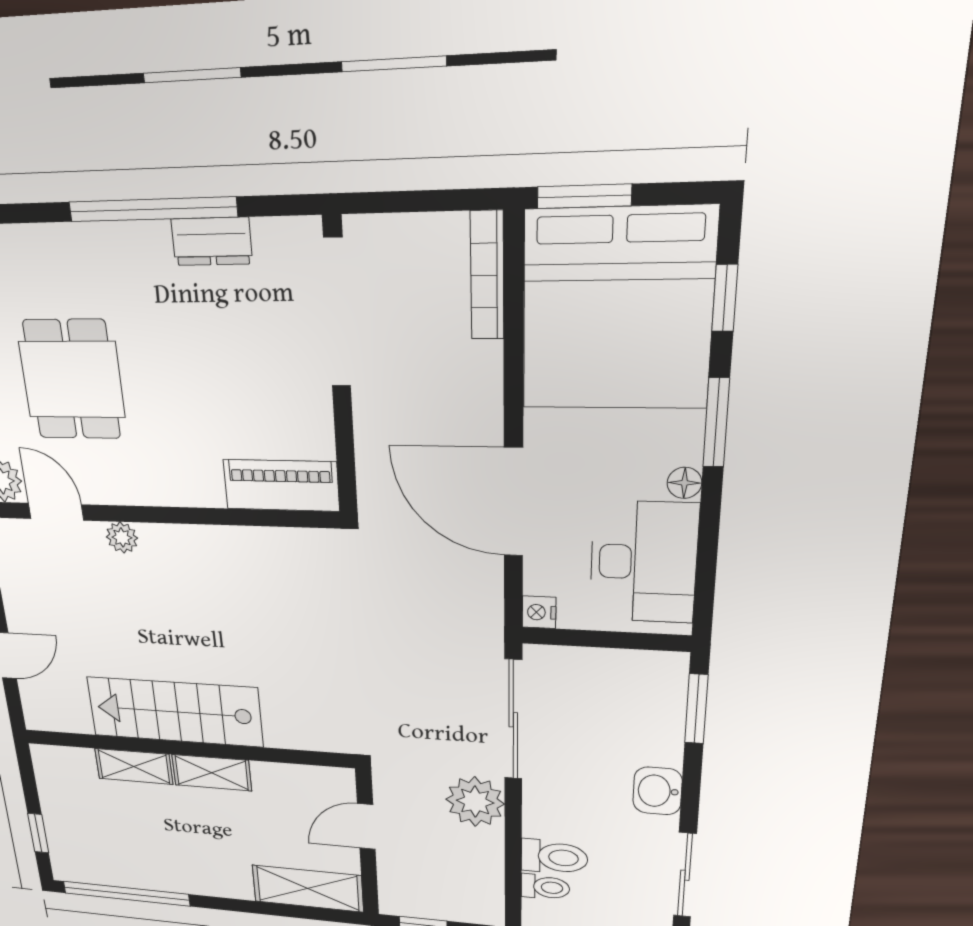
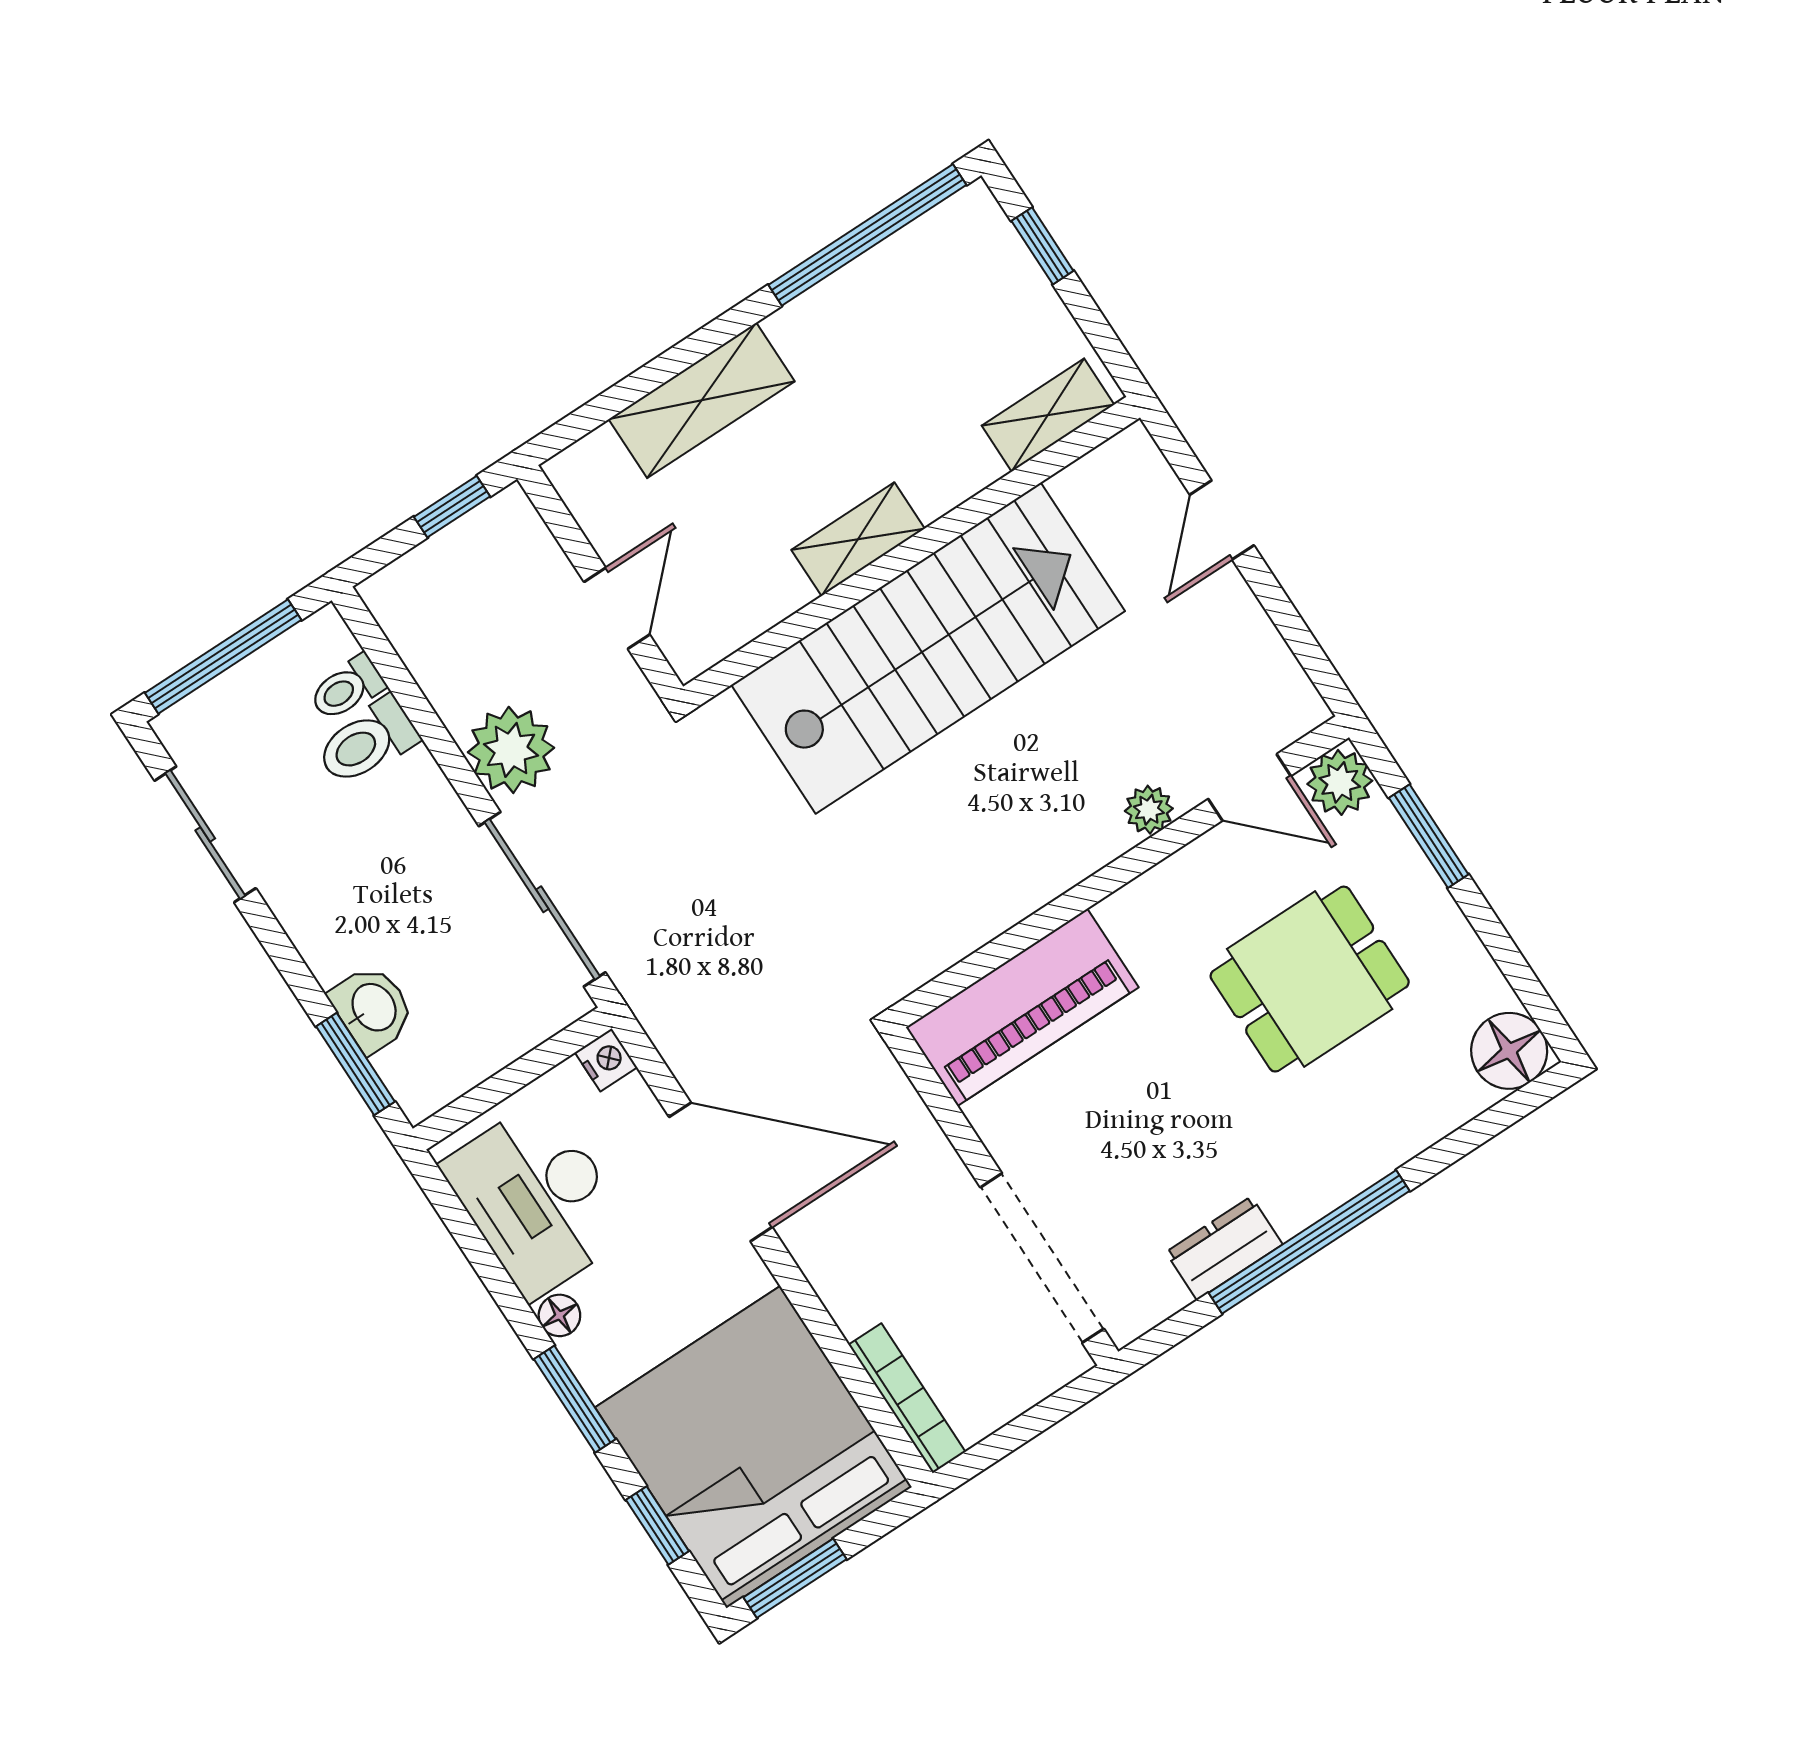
window: (584, 196) -> (795, 1578), moved
dining table: (72, 380) -> (1310, 979), turned 90
piano: (281, 485) -> (1022, 1007), width x1.37, depth x1.33
stairs: (175, 712) -> (928, 648), width x1.36, depth x1.51
shelving: (134, 766) -> (1048, 415), moved
washbasin: (657, 791) -> (372, 1008), moved
shelving: (308, 889) -> (702, 400), moved

